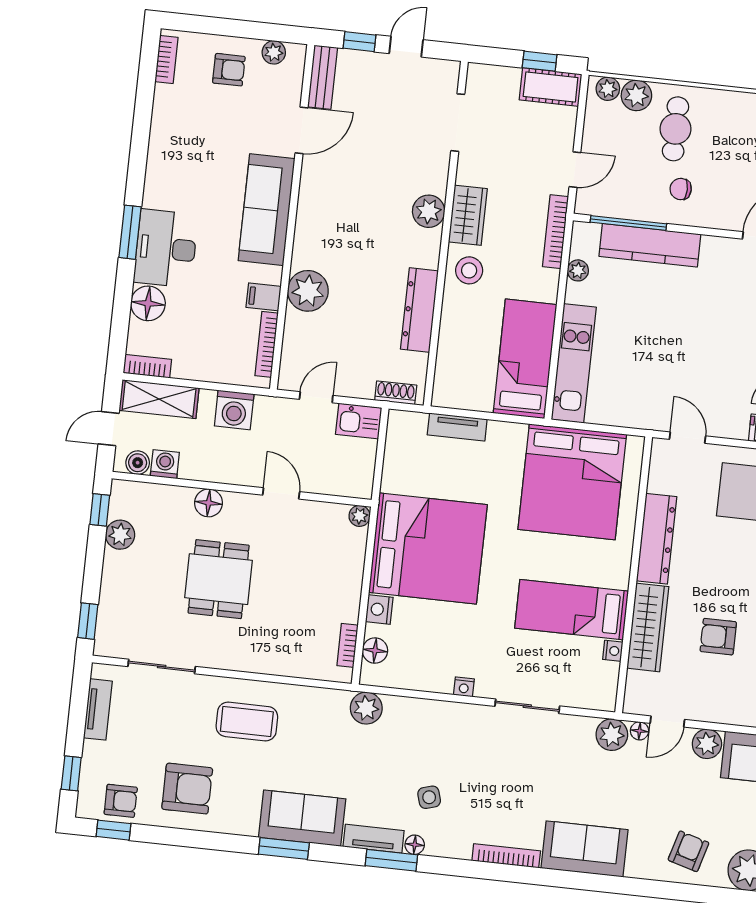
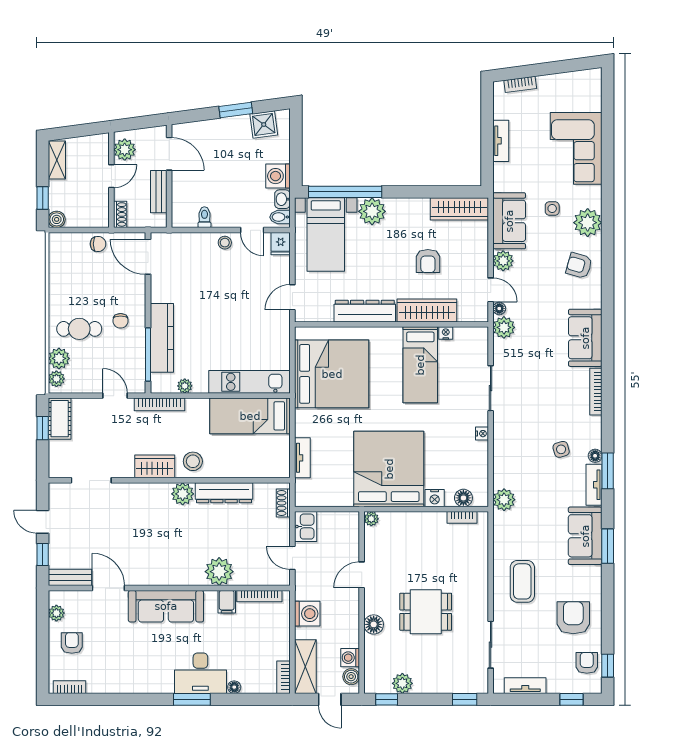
plant: (429, 211) -> (183, 494), moved
floor lamp: (148, 303) -> (234, 687), width x0.53, depth x0.53

